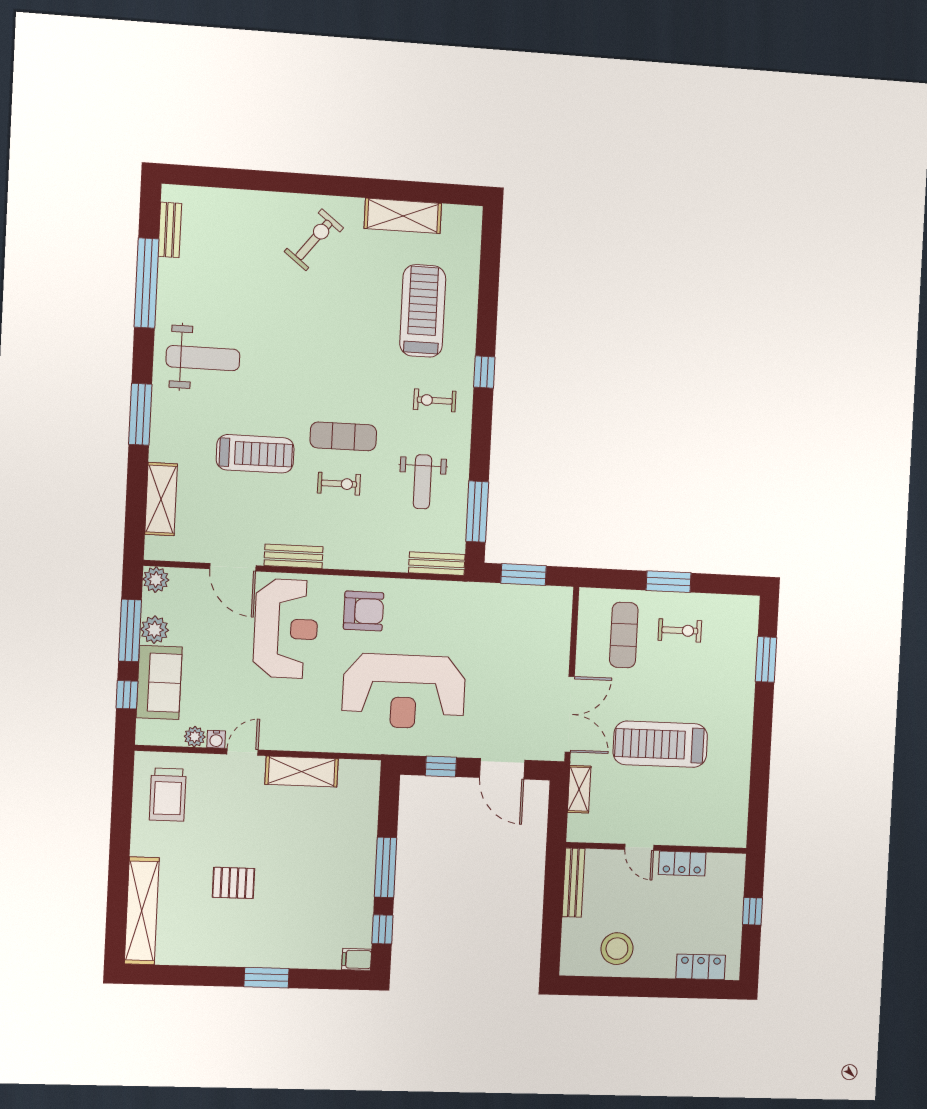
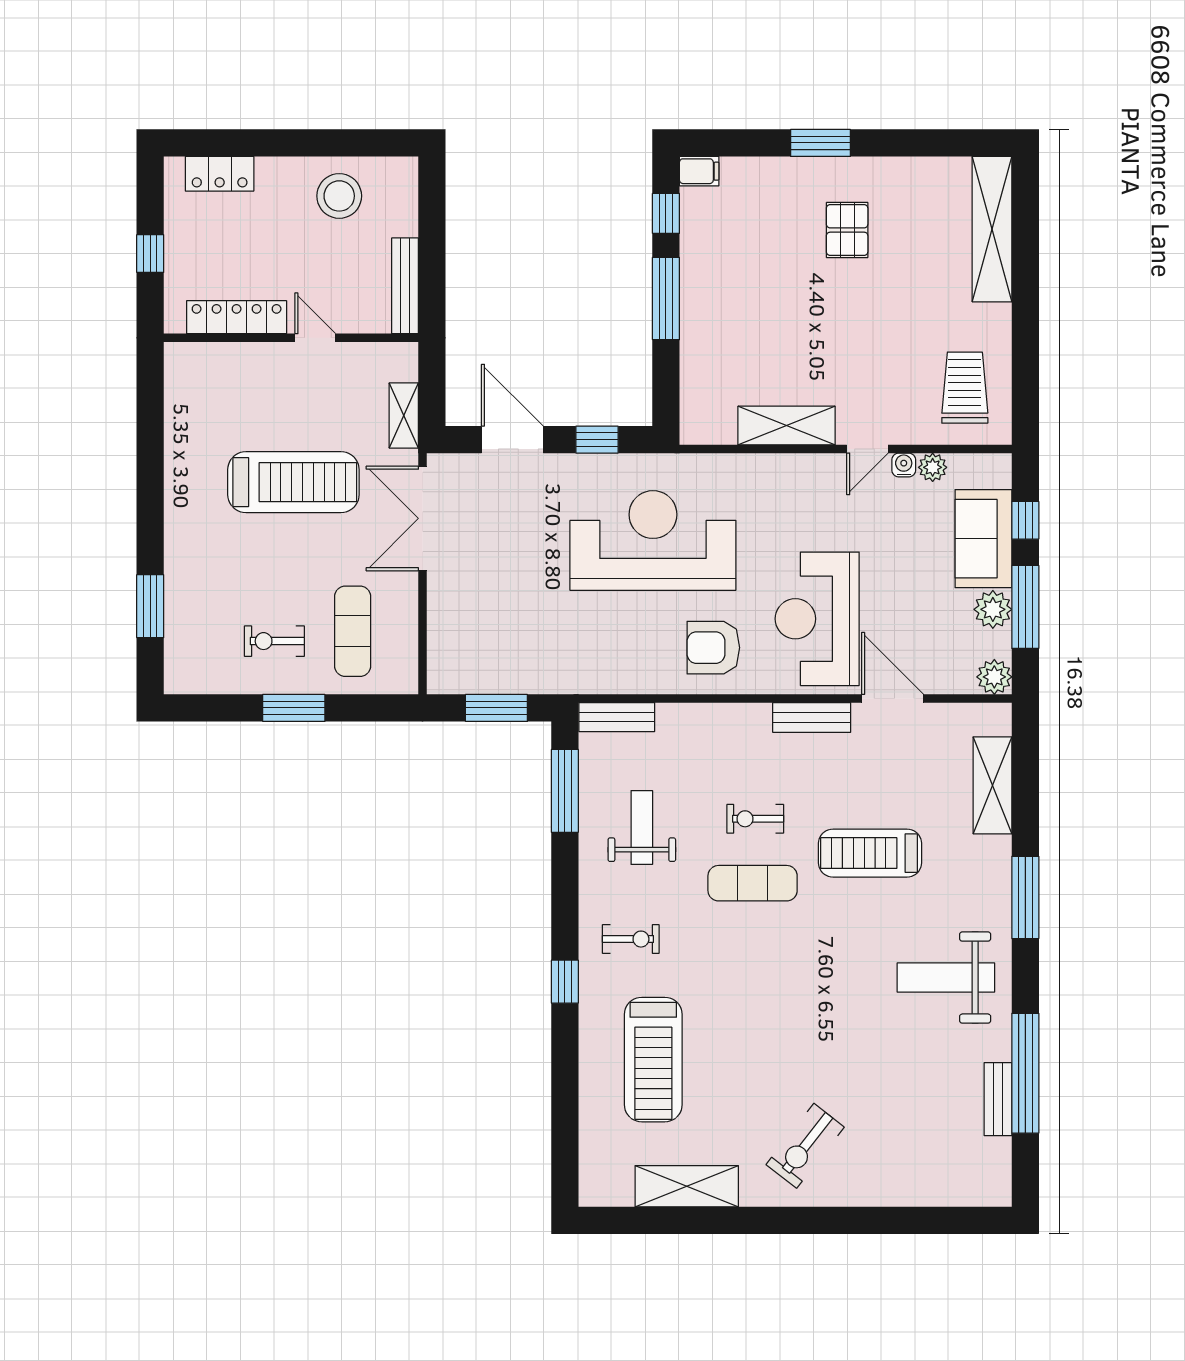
bench: (170, 230) -> (998, 1099), moved
locker: (682, 864) -> (237, 317), width x1.53
pallet: (233, 883) -> (847, 230), moved, turned 90

